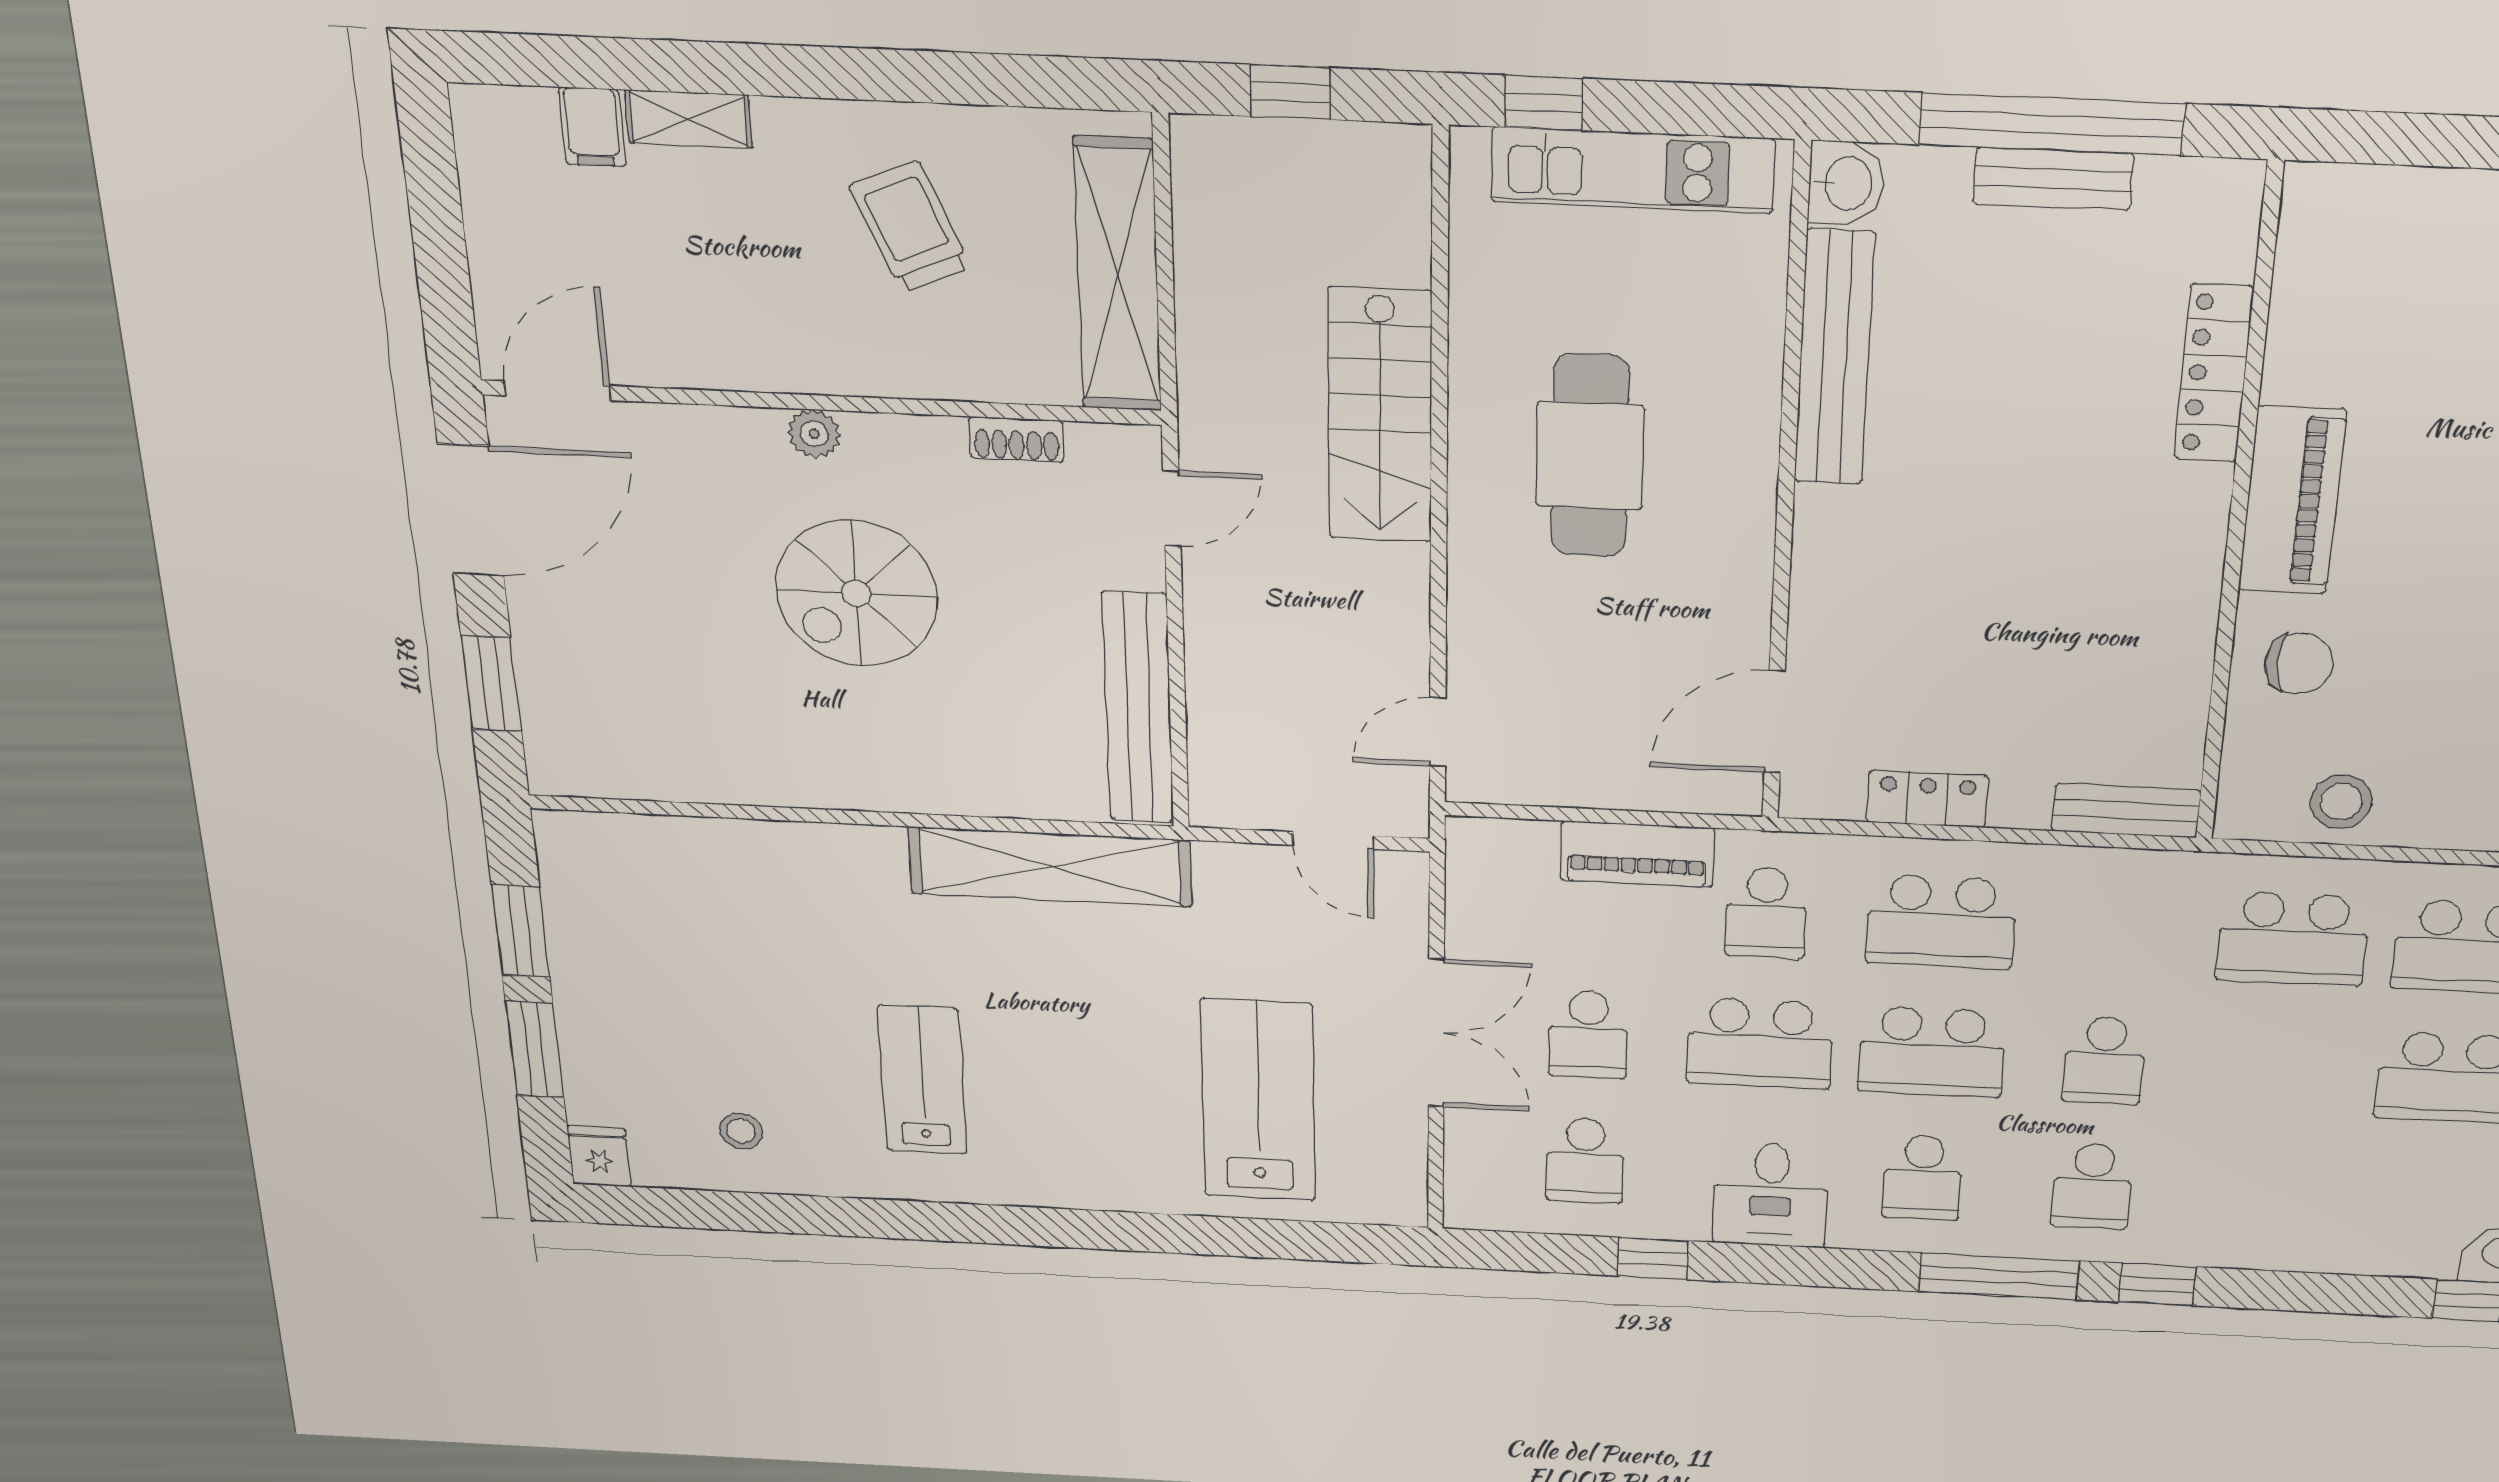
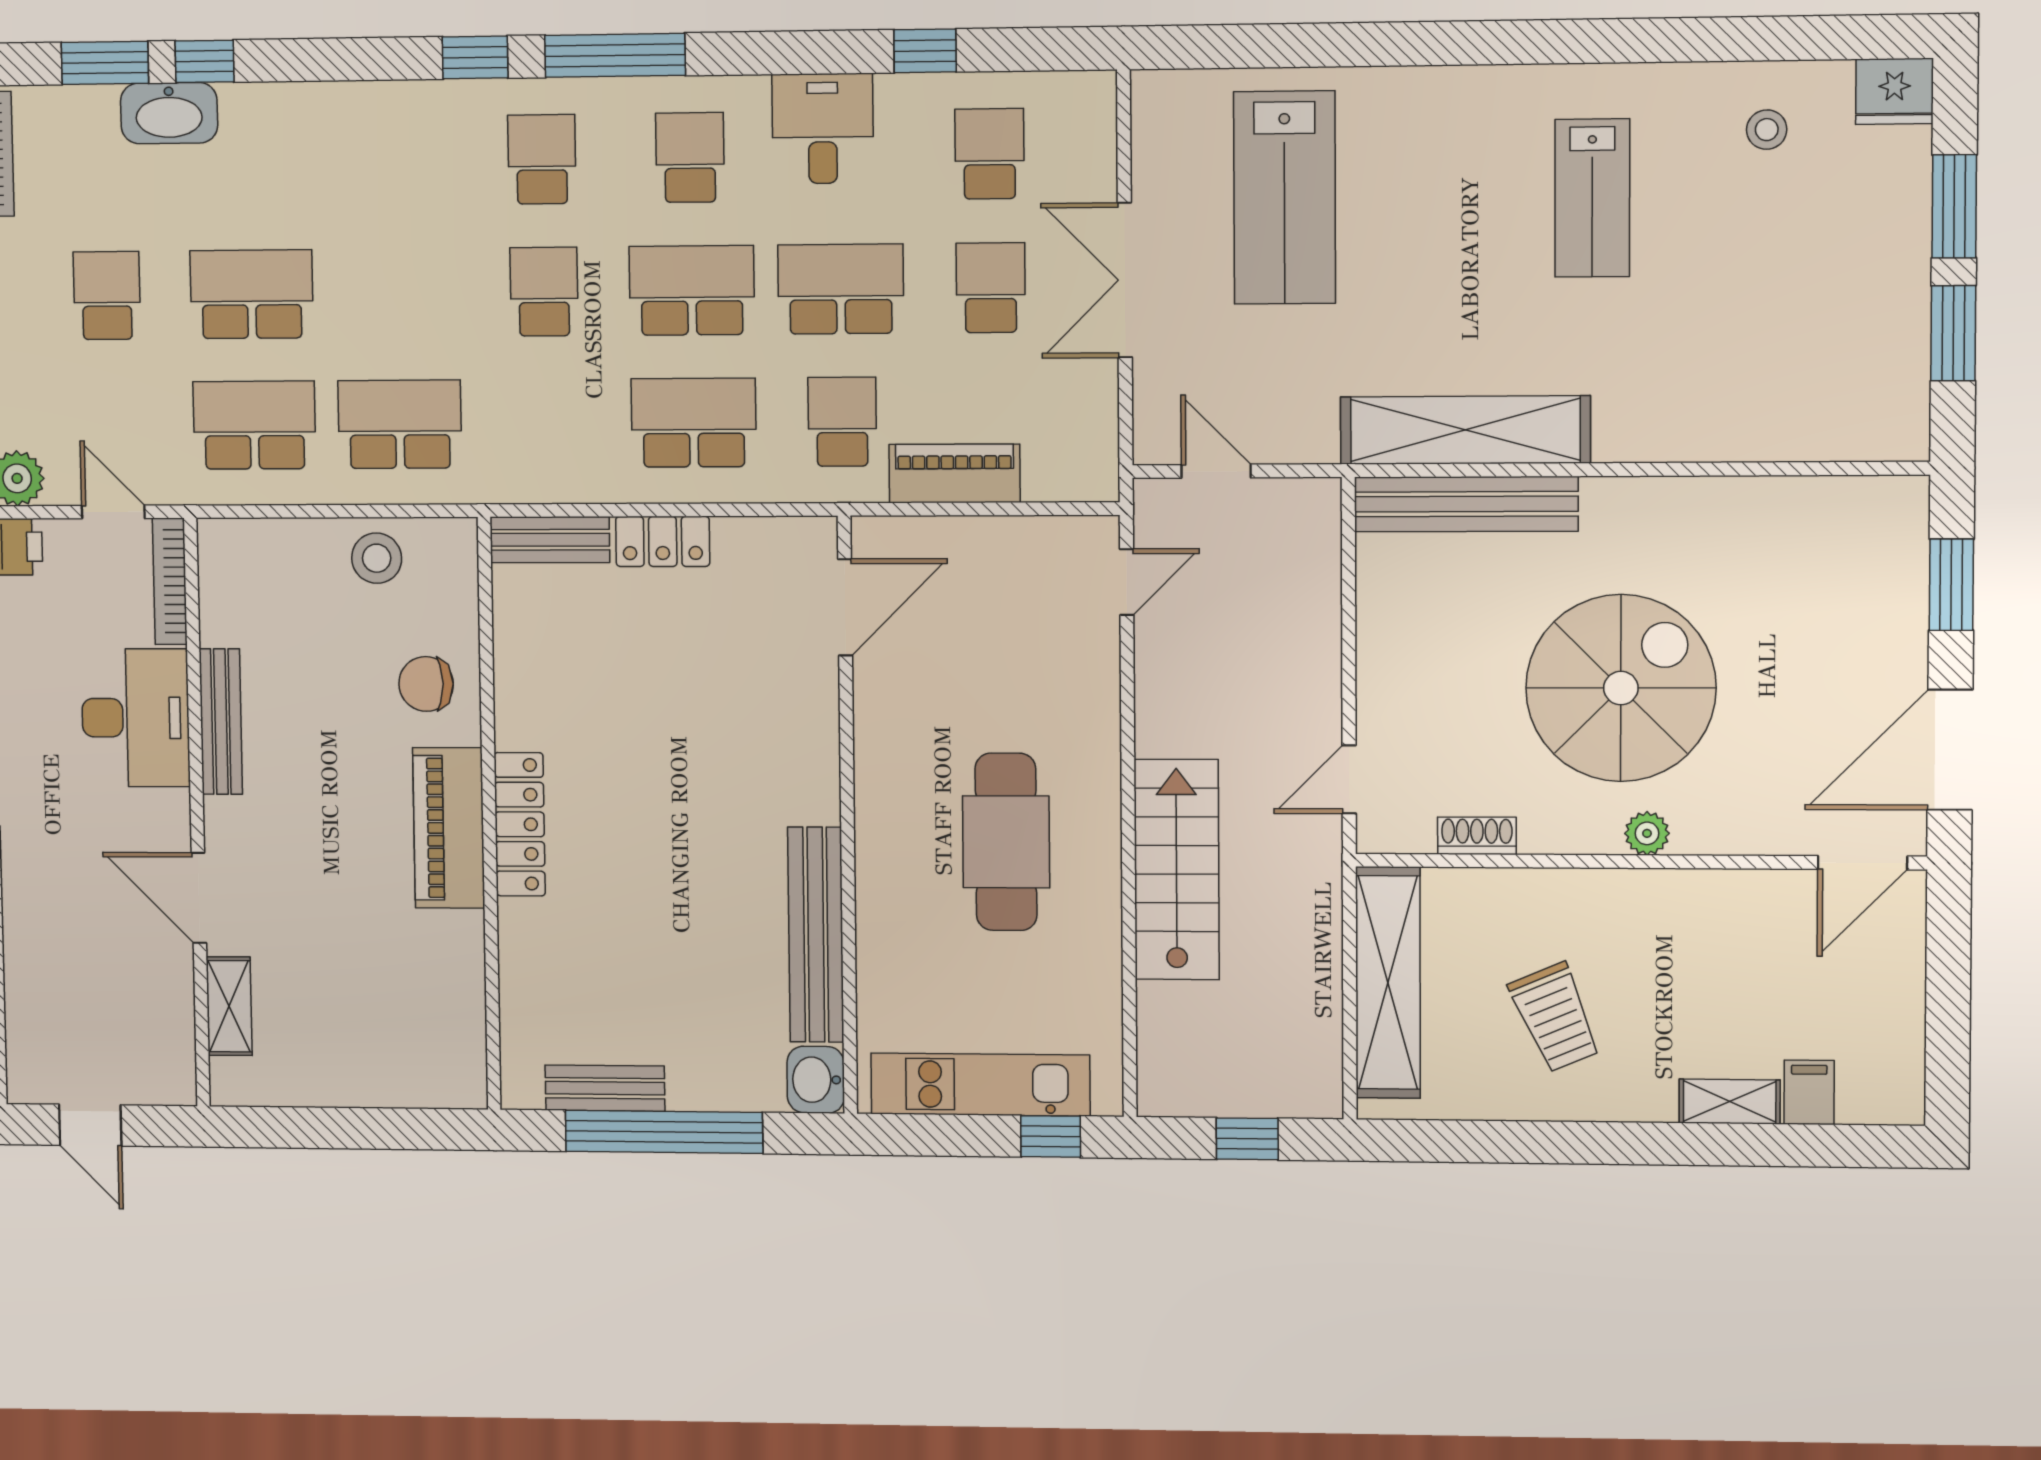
bench: (2053, 179) -> (605, 1088), moved
locker: (2214, 373) -> (520, 824), moved
spiral stairs: (857, 593) -> (1621, 688), width x1.37, depth x1.37
bench: (1138, 708) -> (1466, 504), moved, turned 90
locker: (1927, 799) -> (663, 541), moved
fridge: (599, 1156) -> (1895, 91), width x1.38

